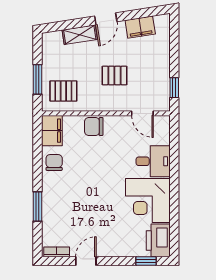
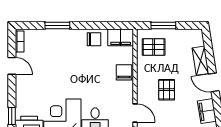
pallet: (63, 91) -> (154, 47), turned 90
door: (142, 113) -> (135, 113), swing flipped

